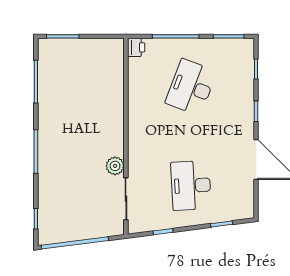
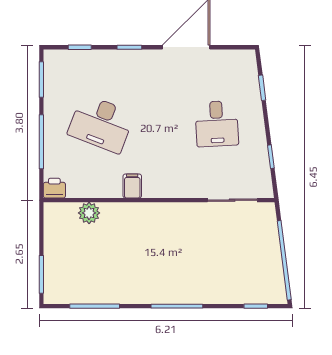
filing cabinet: (138, 114) -> (132, 186), added
plant: (115, 166) -> (89, 213), moved
desk: (191, 185) -> (217, 124), width x0.73

